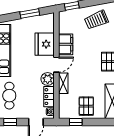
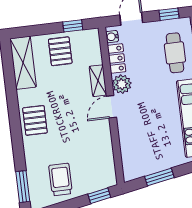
trolley: (96, 20) -> (61, 180), turned -67
fridge: (45, 44) -> (132, 135), removed
filing cabinet: (66, 44) -> (101, 138), removed

